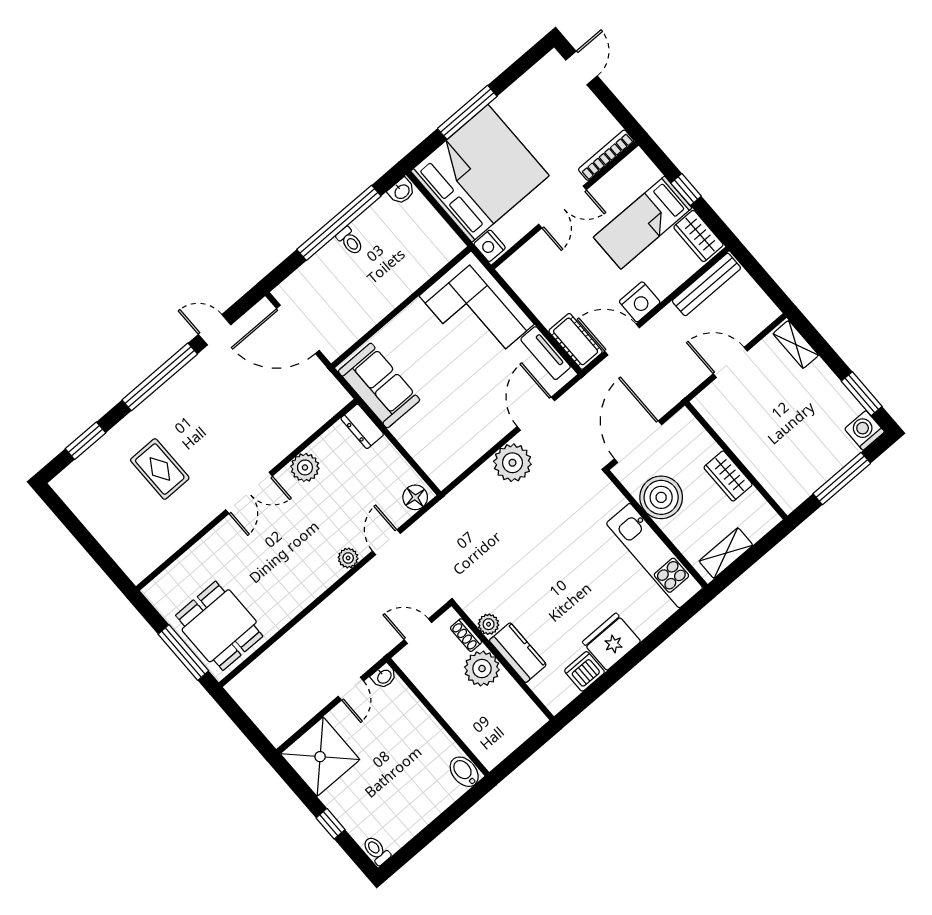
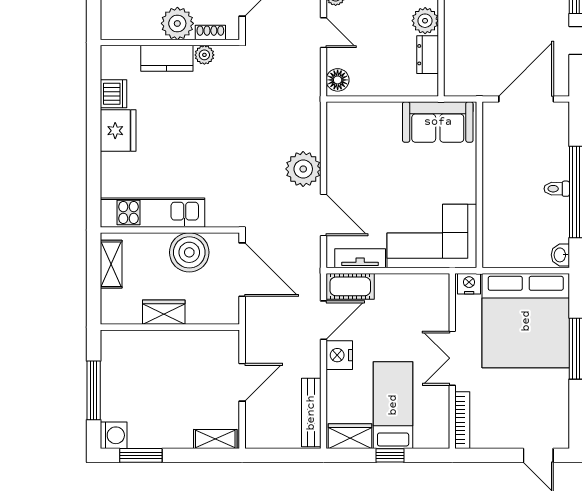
dresser: (362, 426) -> (428, 55), moved, turned -90

